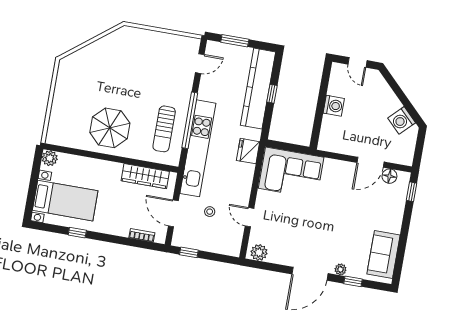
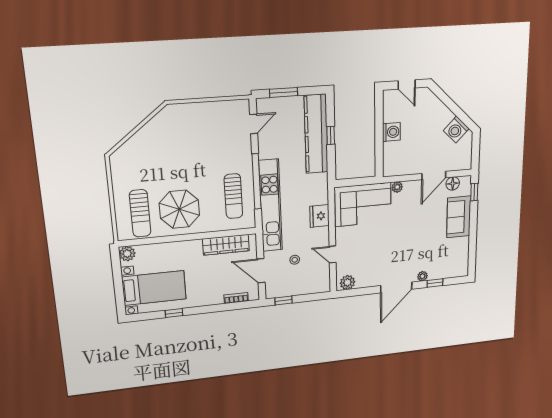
sun lounger: (72, 122) -> (140, 213), added
fridge: (248, 151) -> (319, 216), moved
plant: (330, 164) -> (397, 187), added
sofa: (383, 254) -> (459, 217), moved

